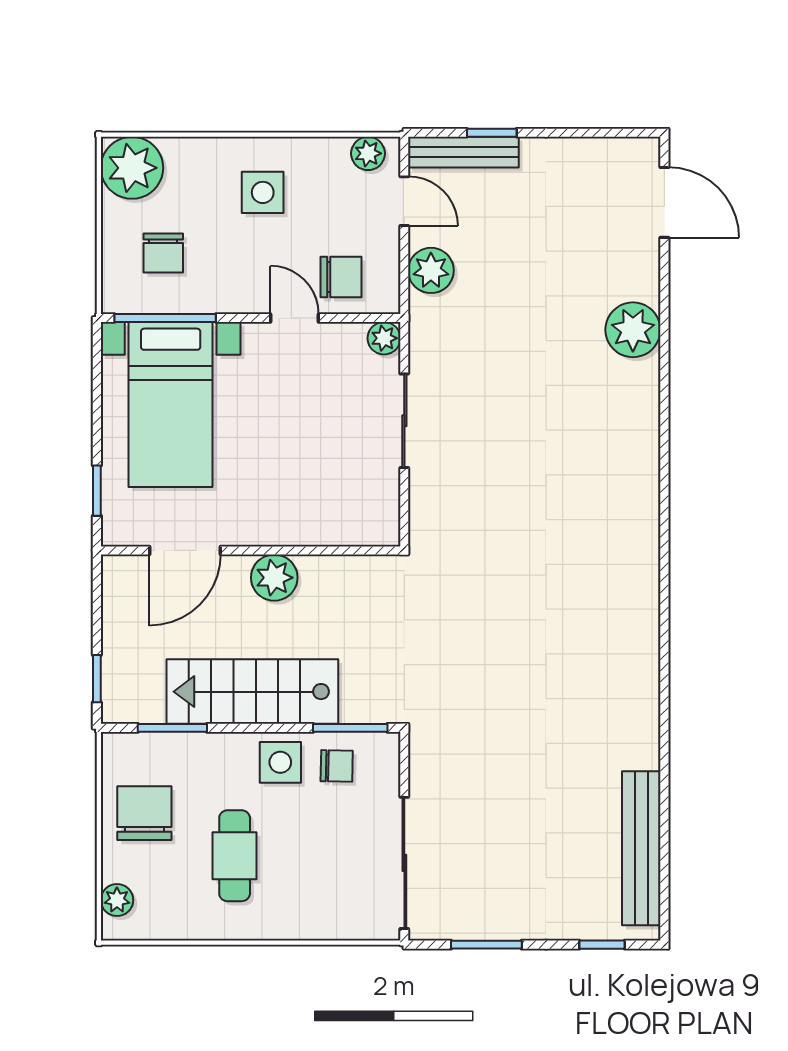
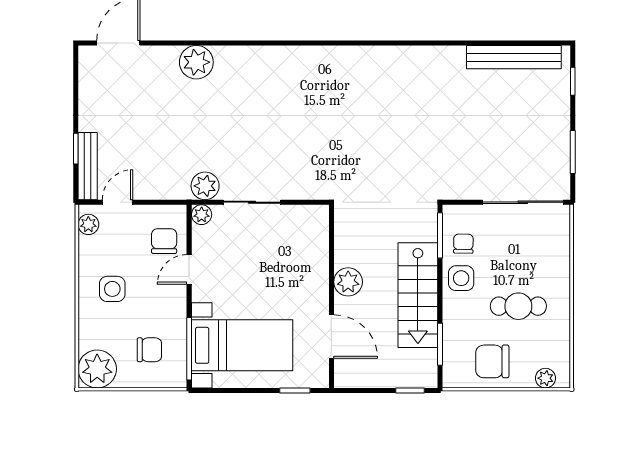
plant: (431, 270) -> (205, 186), moved

